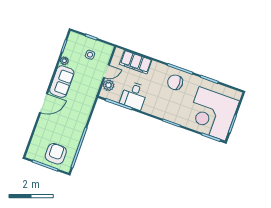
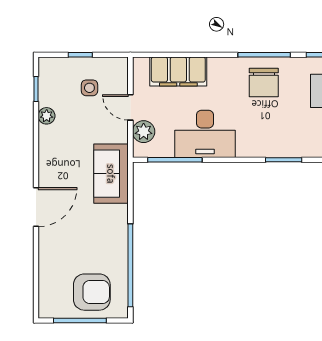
door: (106, 71) -> (130, 107), swing flipped
sofa: (62, 82) -> (111, 174), moved, turned 180
chair: (175, 82) -> (264, 83), turned -90
desk: (134, 95) -> (205, 134), width x1.37
armchair: (56, 154) -> (92, 292), turned 90

